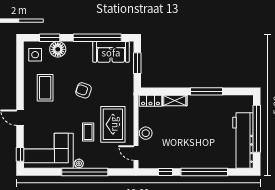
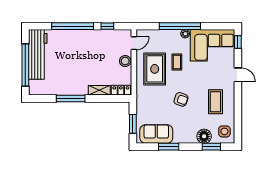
window: (97, 38) -> (169, 147), width x0.47
door: (136, 153) -> (134, 43), hinge flipped

